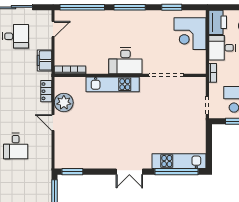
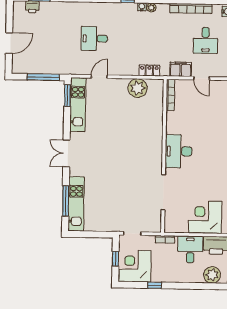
door: (53, 29) -> (202, 78), moved
kitchen unit: (113, 84) -> (78, 105), moved, turned 180
door: (53, 123) -> (99, 77), moved
window: (176, 172) -> (66, 201), width x0.68

